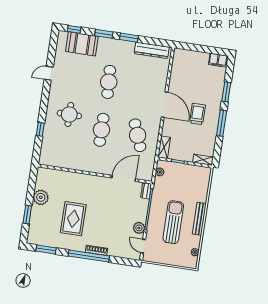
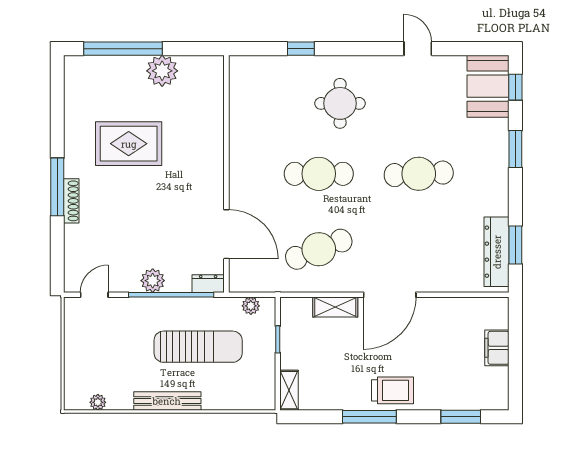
window: (129, 38) -> (515, 245), moved
booth: (82, 44) -> (488, 86), moved
filing cabinet: (218, 60) -> (497, 348), moved
window: (226, 92) -> (461, 417), moved
trolley: (197, 114) -> (393, 390), moved
shelving: (164, 147) -> (335, 307), moved
window: (27, 215) -> (123, 49), width x2.11
sun lounger: (173, 222) -> (198, 347), moved
plant: (139, 228) -> (153, 281), moved
window: (46, 250) -> (57, 97), removed
window: (89, 256) -> (57, 187), width x0.68

